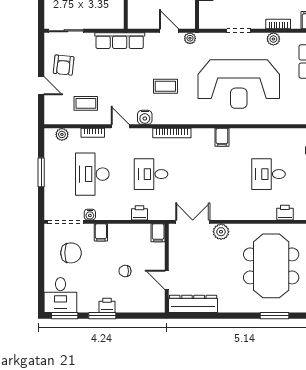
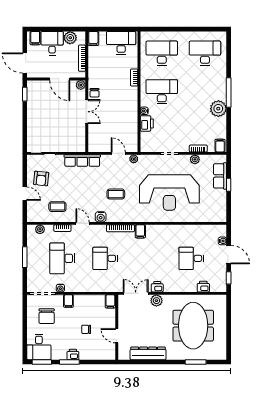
filing cabinet: (222, 137) -> (140, 231), moved
printer: (140, 213) -> (157, 287), moved
chair: (71, 253) -> (47, 316), turned 90
dresser: (193, 304) -> (148, 353), moved

